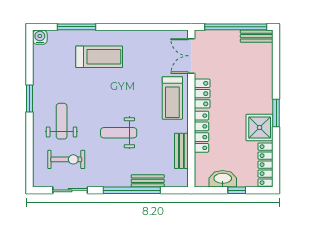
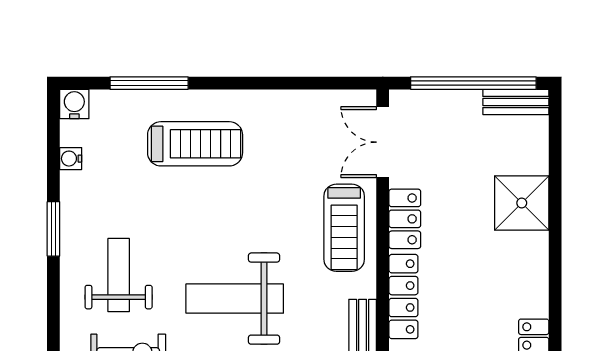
water cooler: (38, 64) -> (71, 159), added
window: (276, 113) -> (555, 259), removed
shower: (260, 128) -> (522, 203), moved
weight bench: (119, 133) -> (235, 299), width x1.36, depth x1.33

